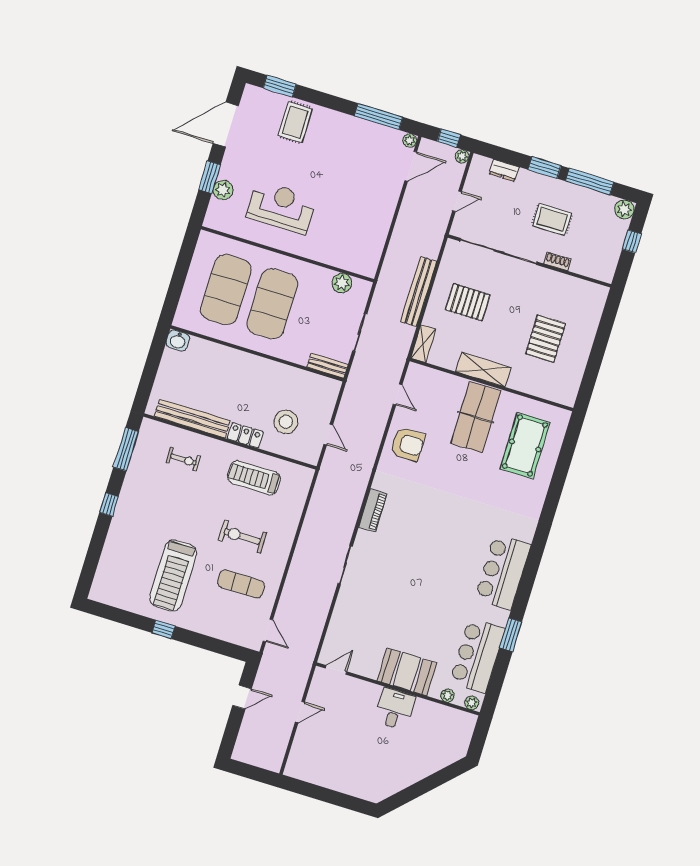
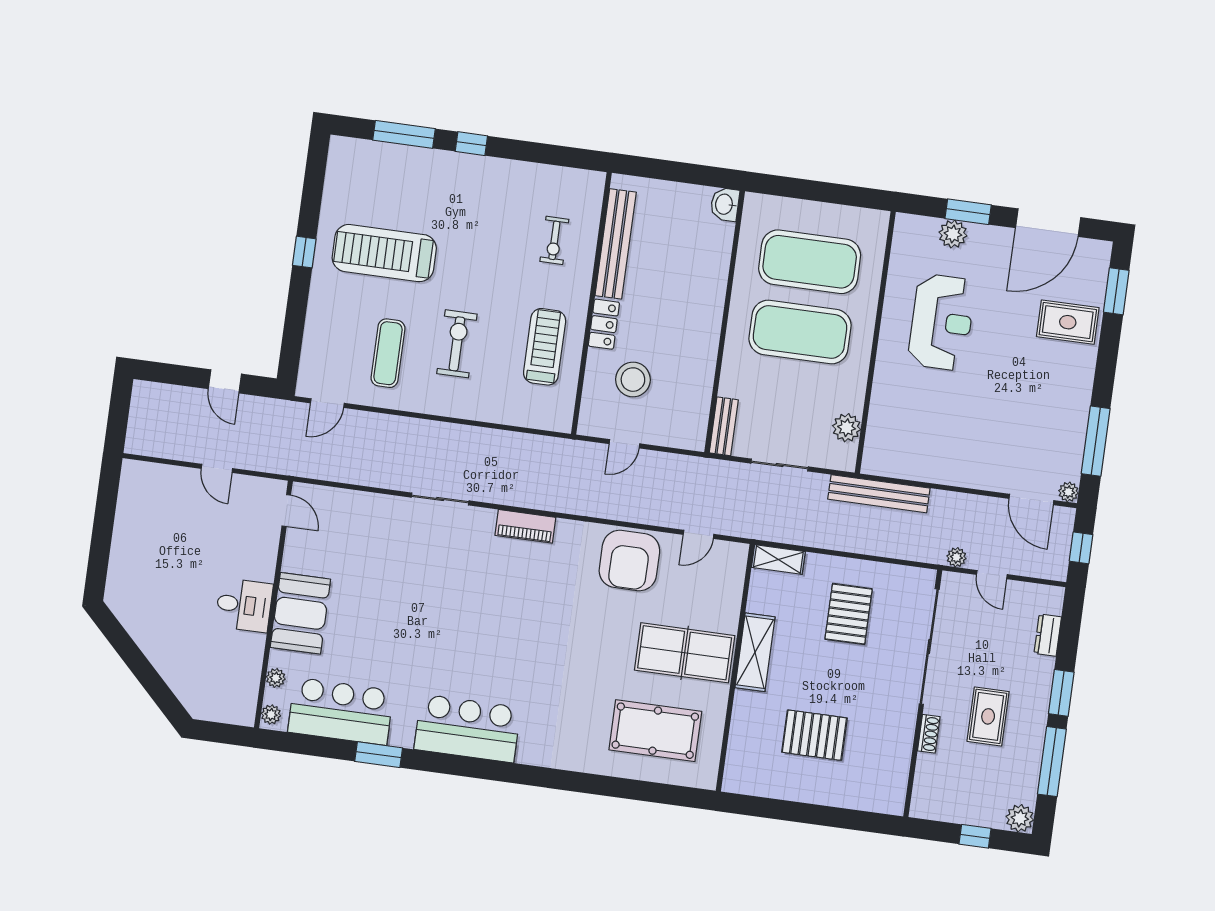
door: (226, 125) -> (1048, 223), swing flipped
plant: (462, 156) -> (956, 557), moved
bench: (419, 292) -> (879, 494), moved
armchair: (407, 444) -> (629, 561), width x1.36, depth x1.36
window: (126, 449) -> (404, 134), moved

